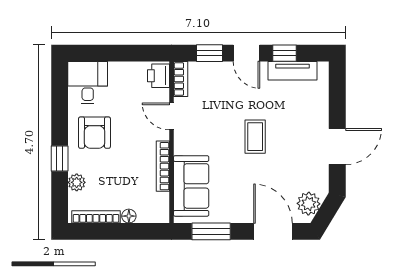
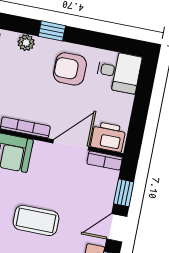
printer: (158, 76) -> (108, 137), width x1.36, depth x1.24
door: (171, 116) -> (71, 145), width x1.37
coffee table: (255, 137) -> (36, 220), width x1.36, depth x1.30

